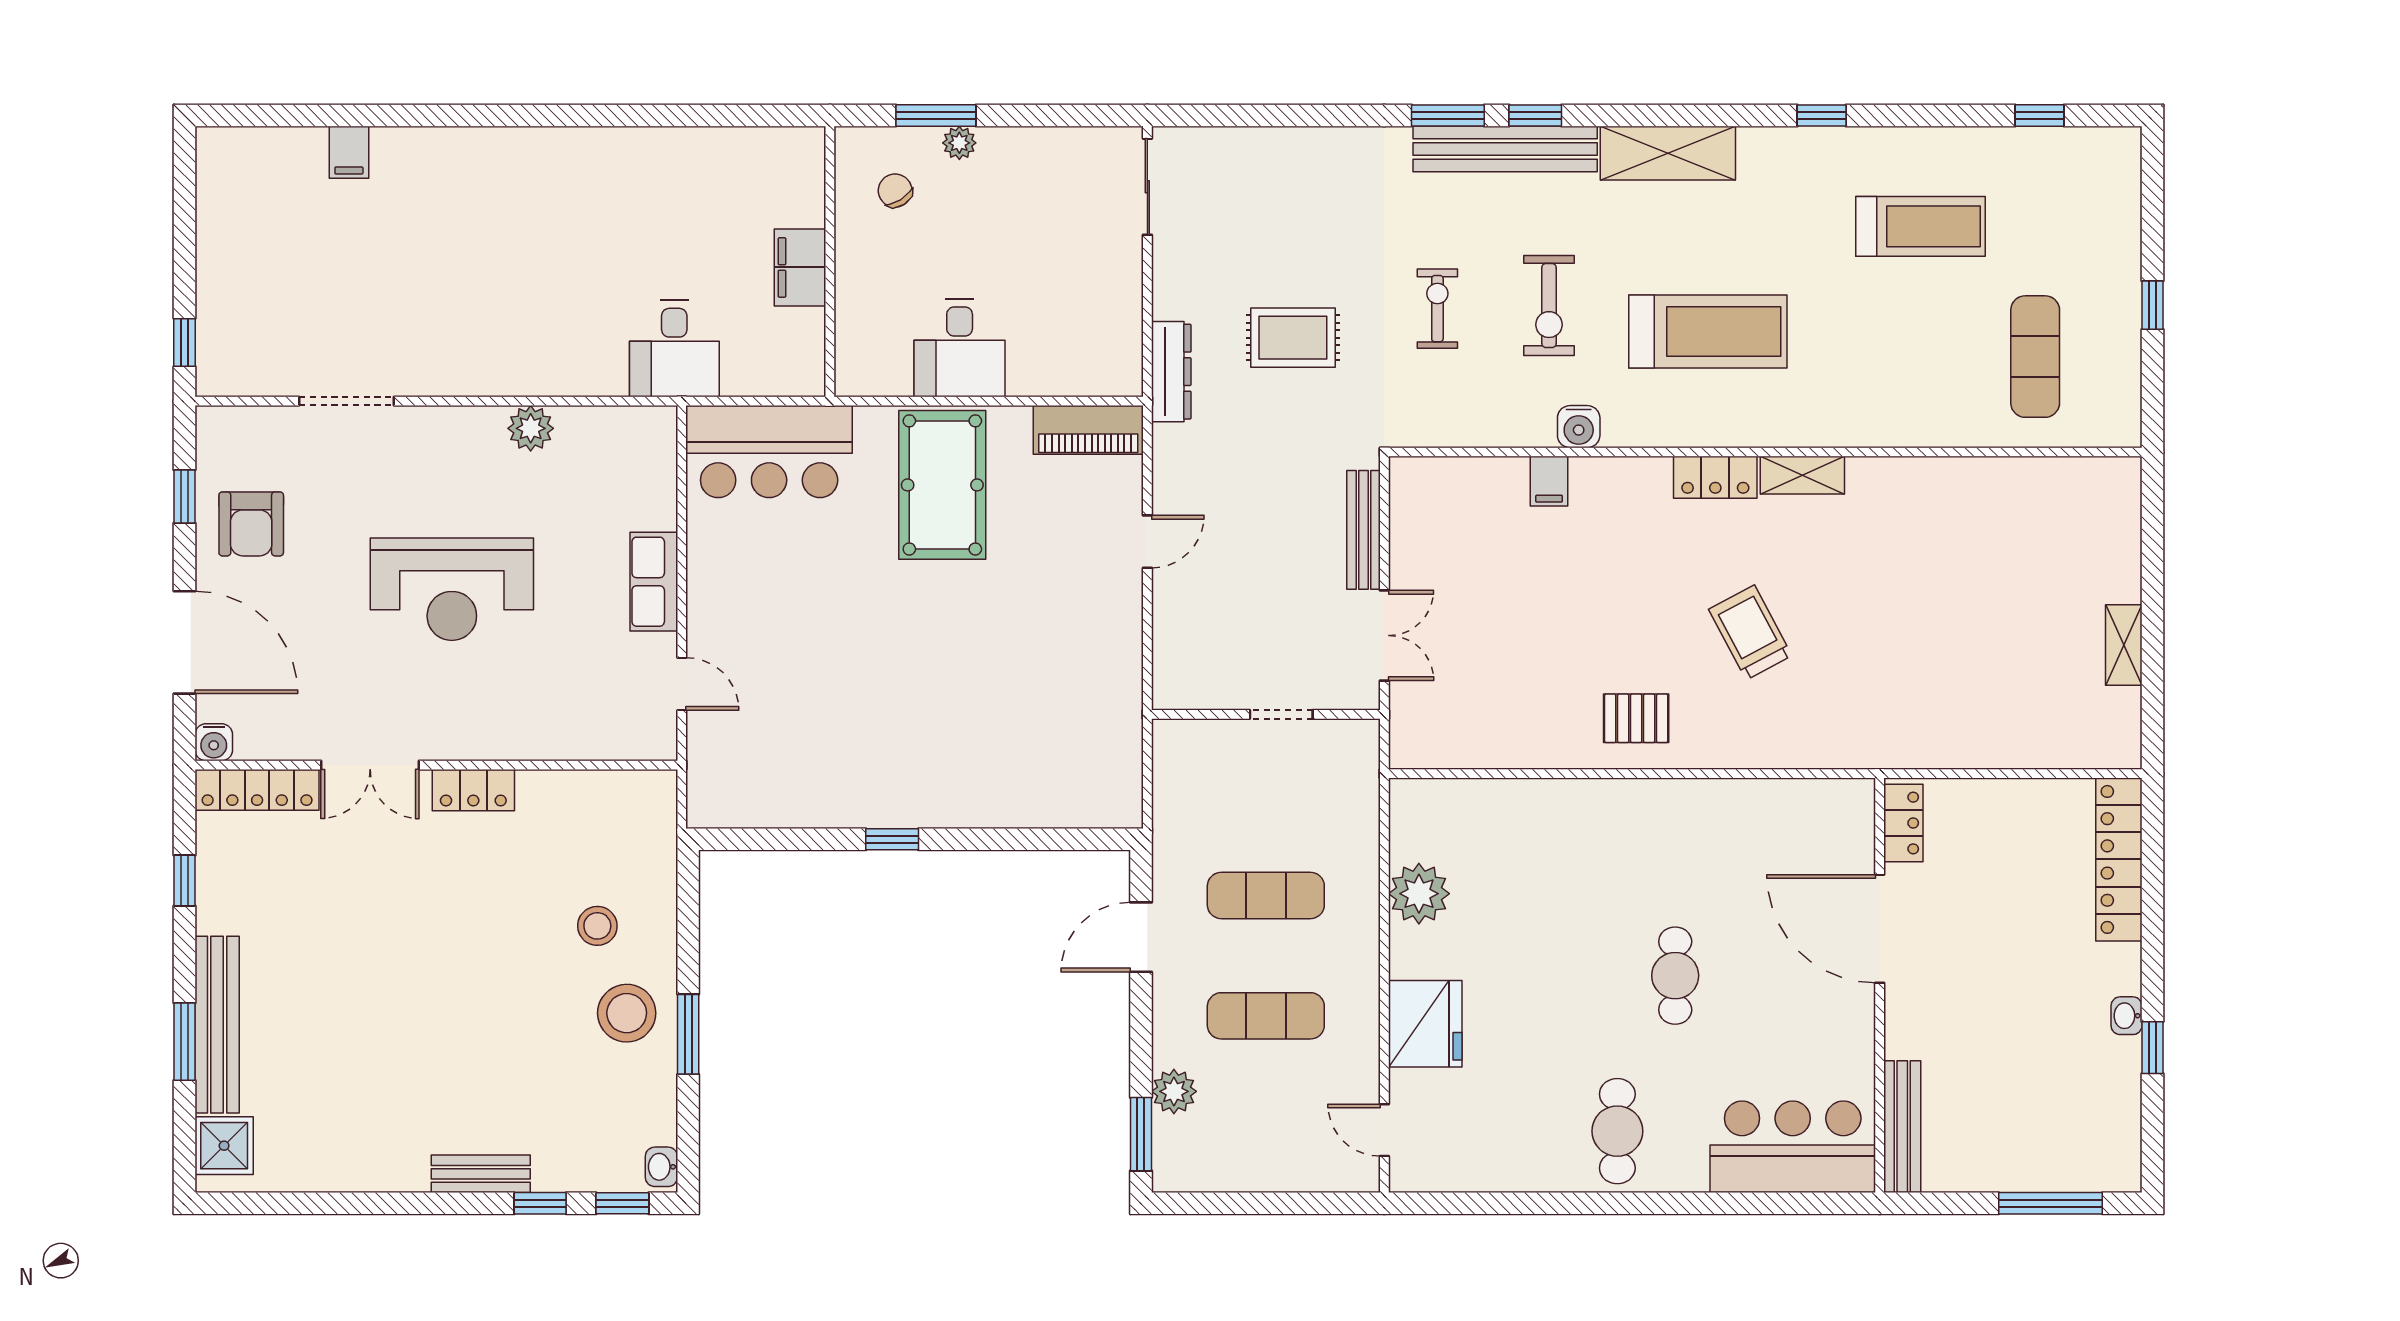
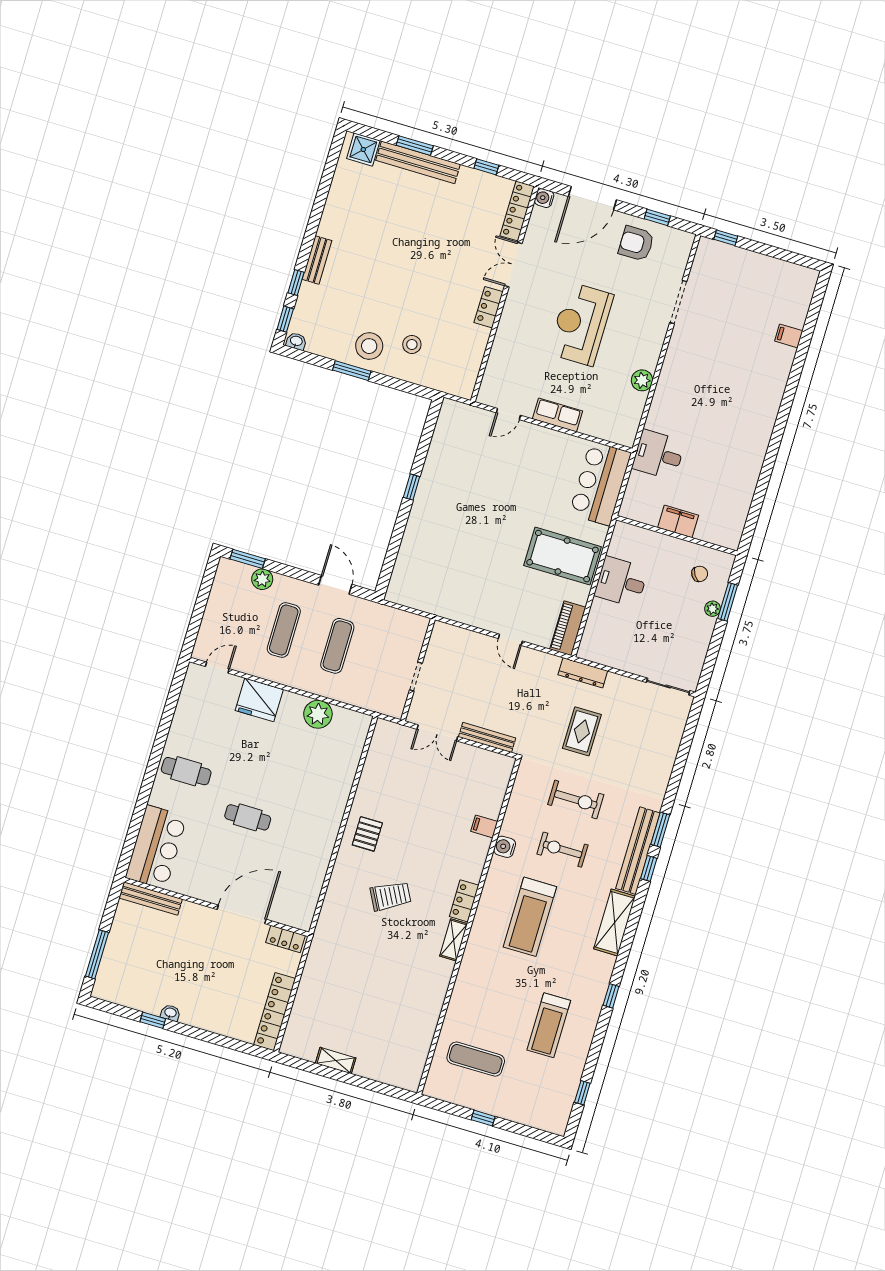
exercise bike: (1437, 309) -> (576, 800), width x1.38, depth x1.39
locker: (2119, 859) -> (275, 1012), moved, turned -90

